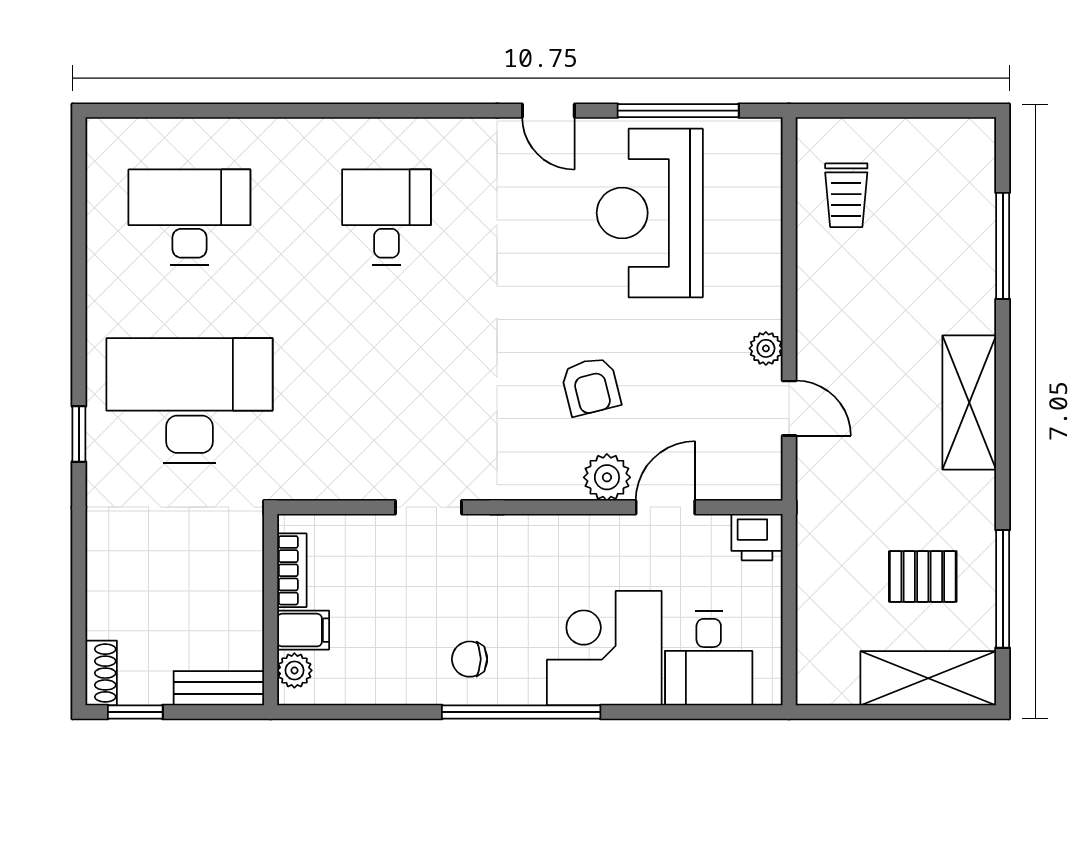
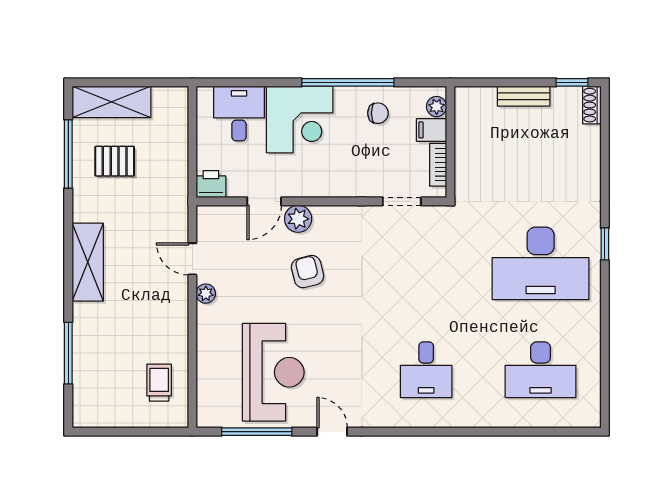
bookcase: (292, 570) -> (438, 165), moved
wall: (271, 610) -> (450, 142), moved
filing cabinet: (303, 630) -> (432, 130), moved
plant: (294, 670) -> (437, 107), moved

